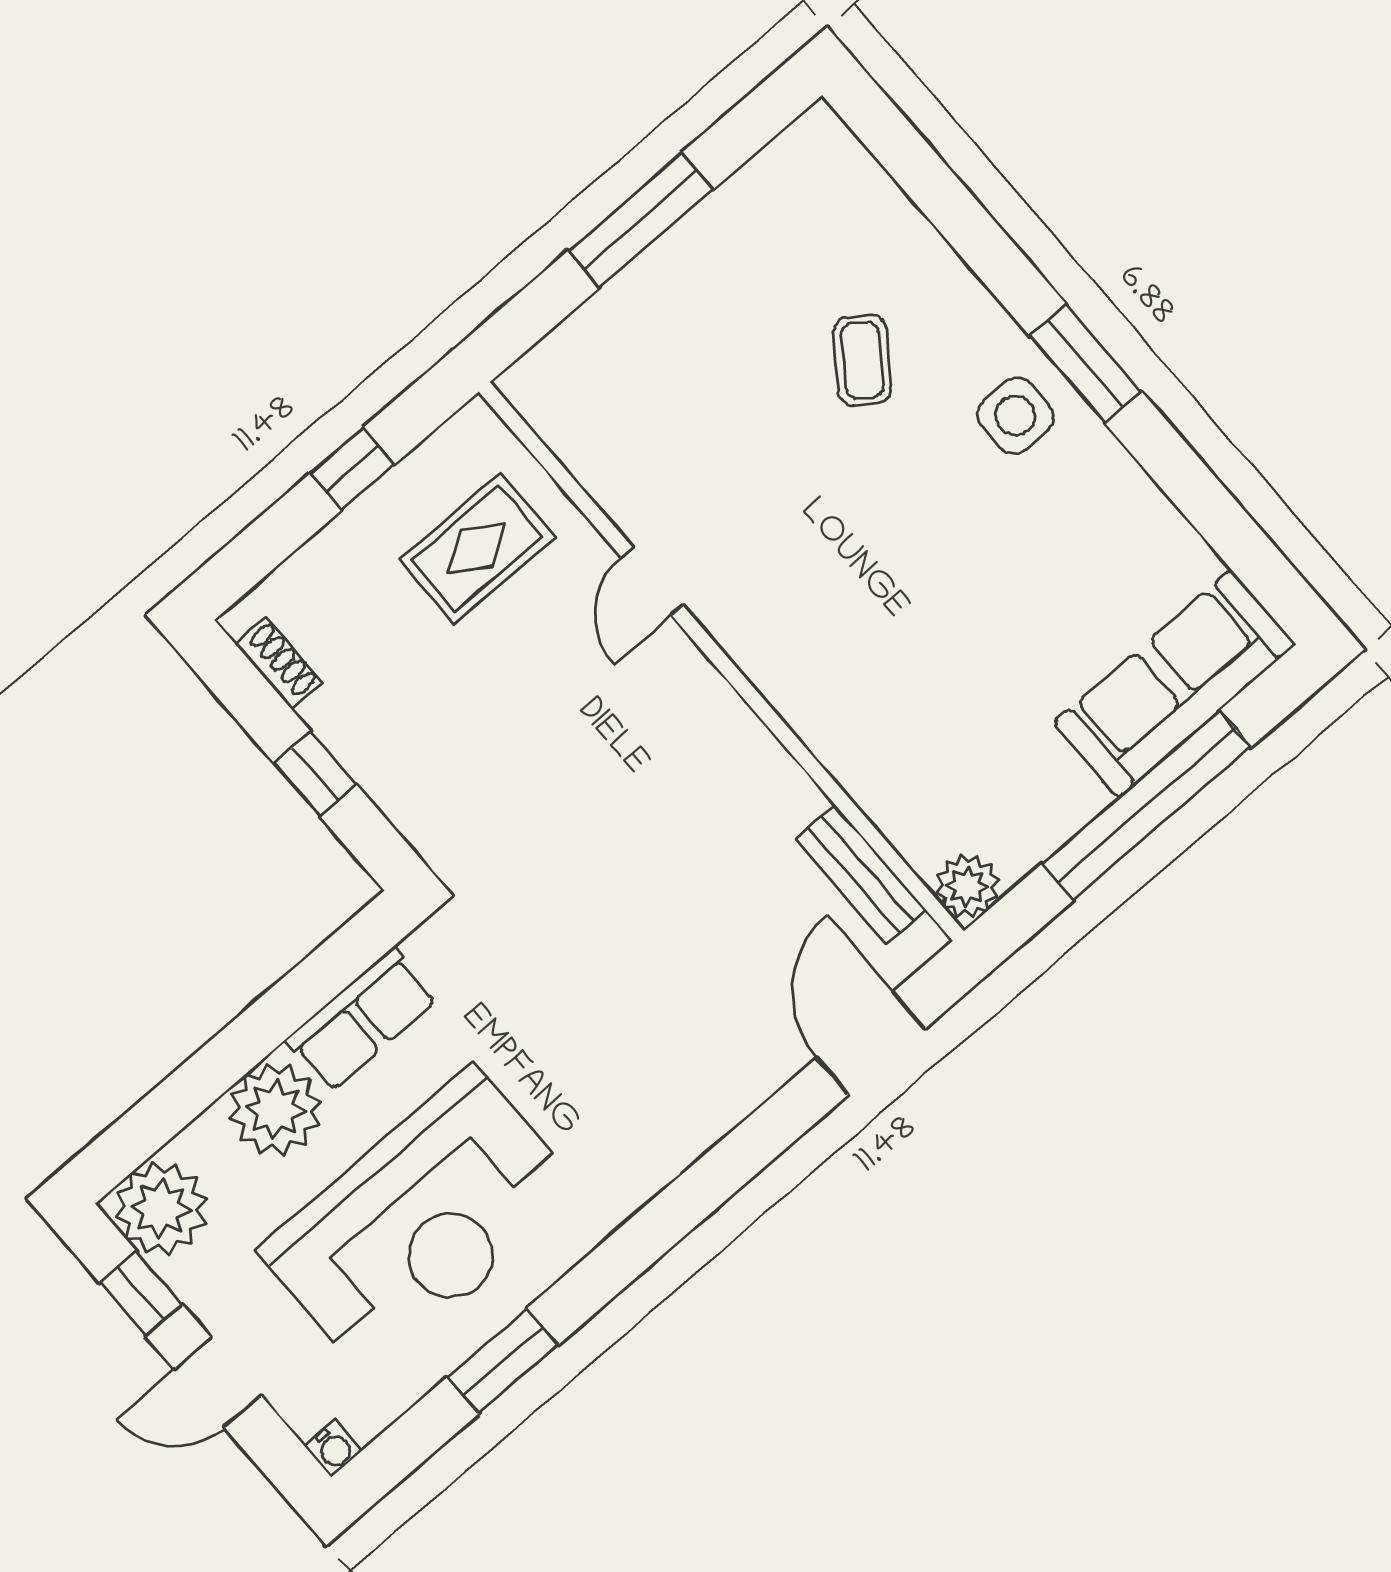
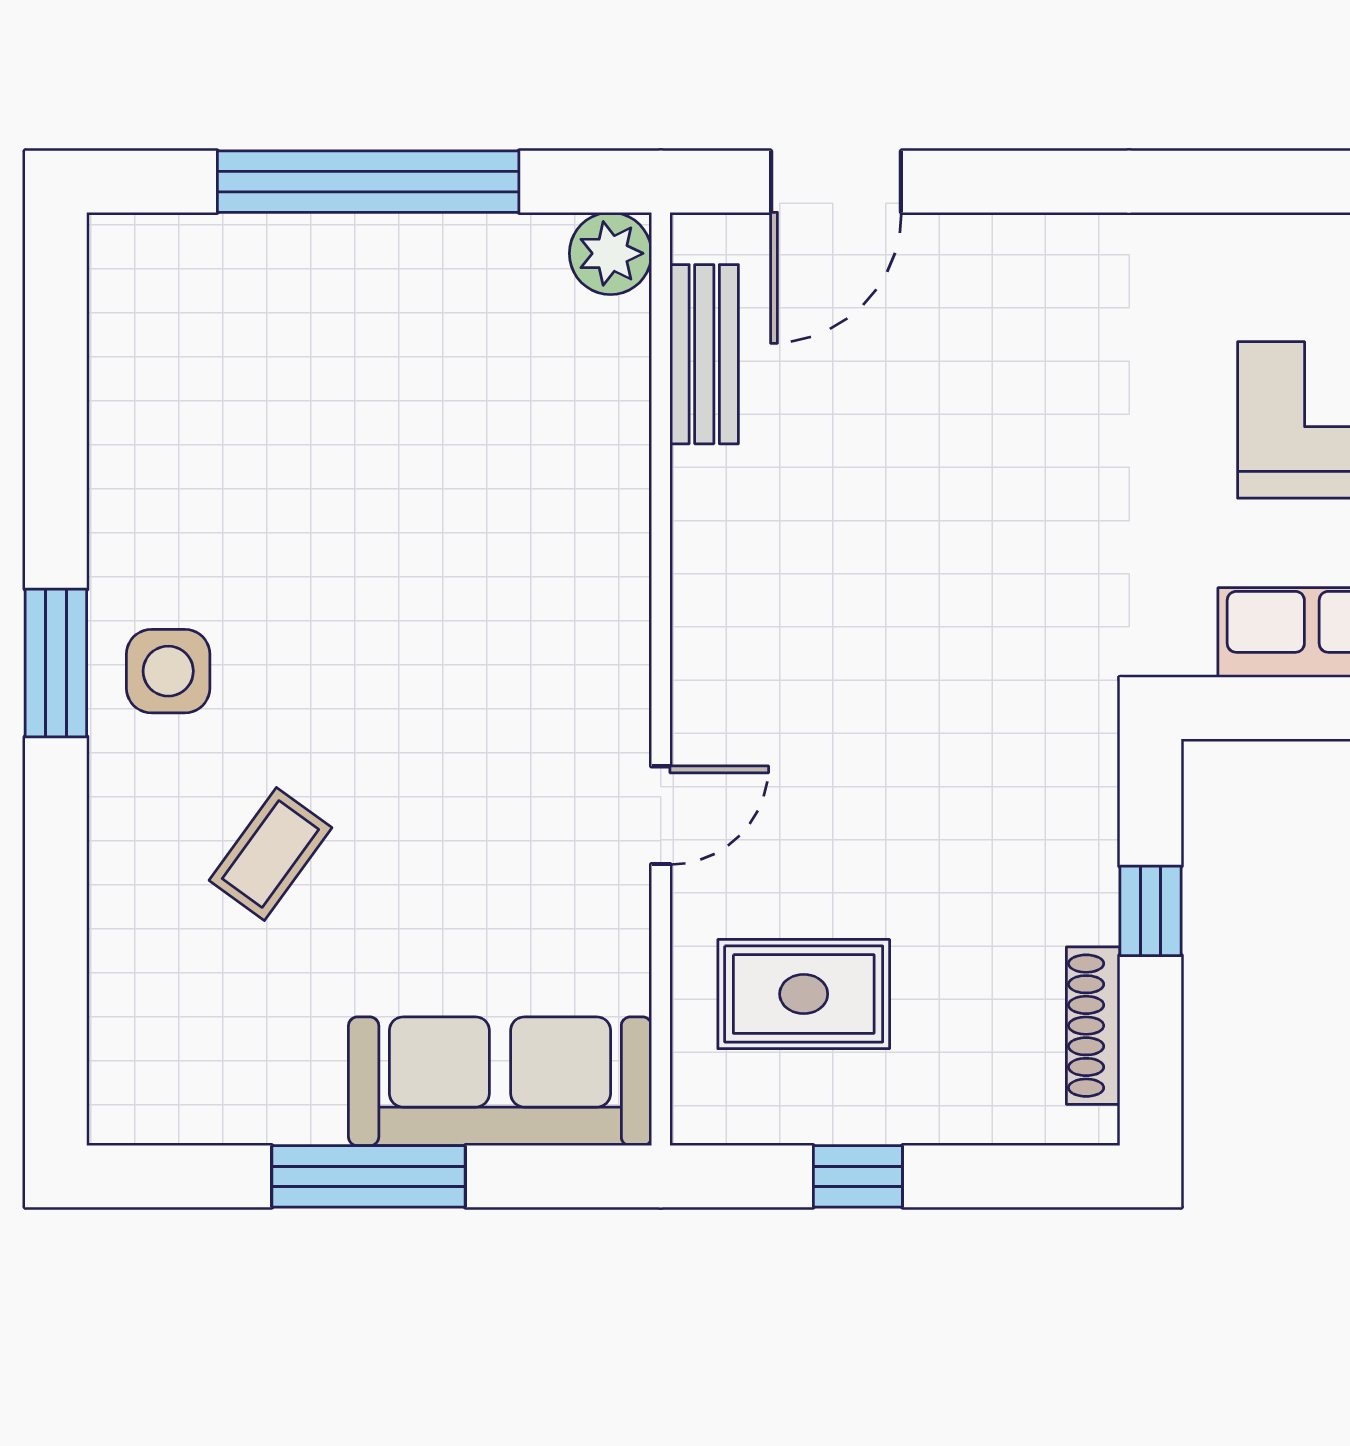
shoe rack: (279, 663) -> (1093, 1026), width x1.43
sofa: (1174, 683) -> (500, 1081), moved, turned 180

